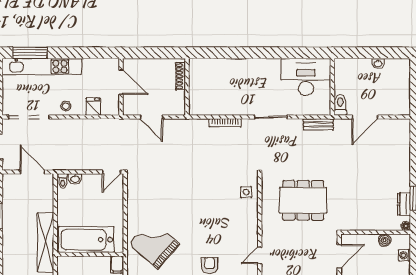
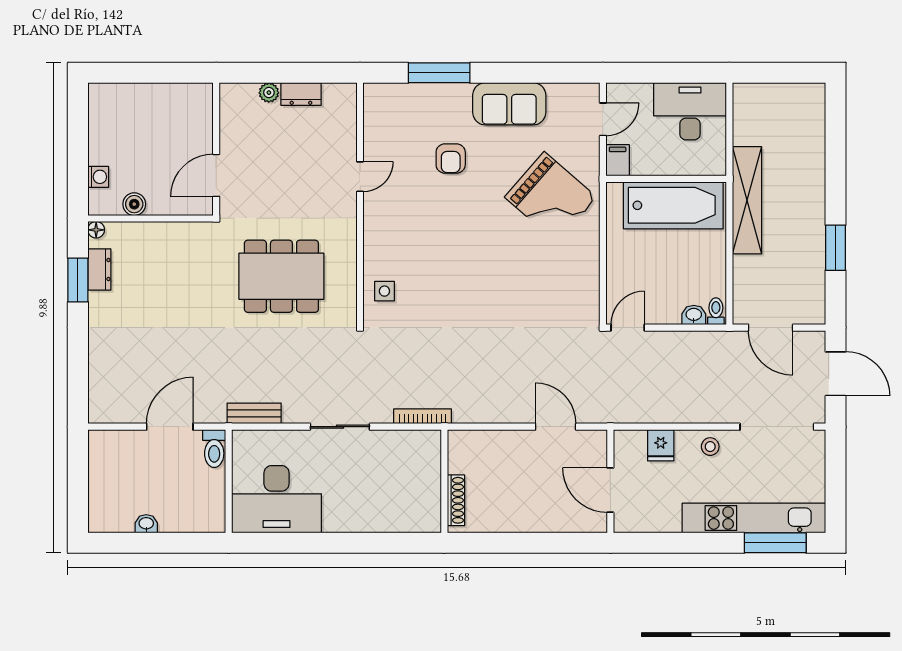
shoe rack: (181, 76) -> (456, 500), moved
wall: (187, 87) -> (444, 481), moved

